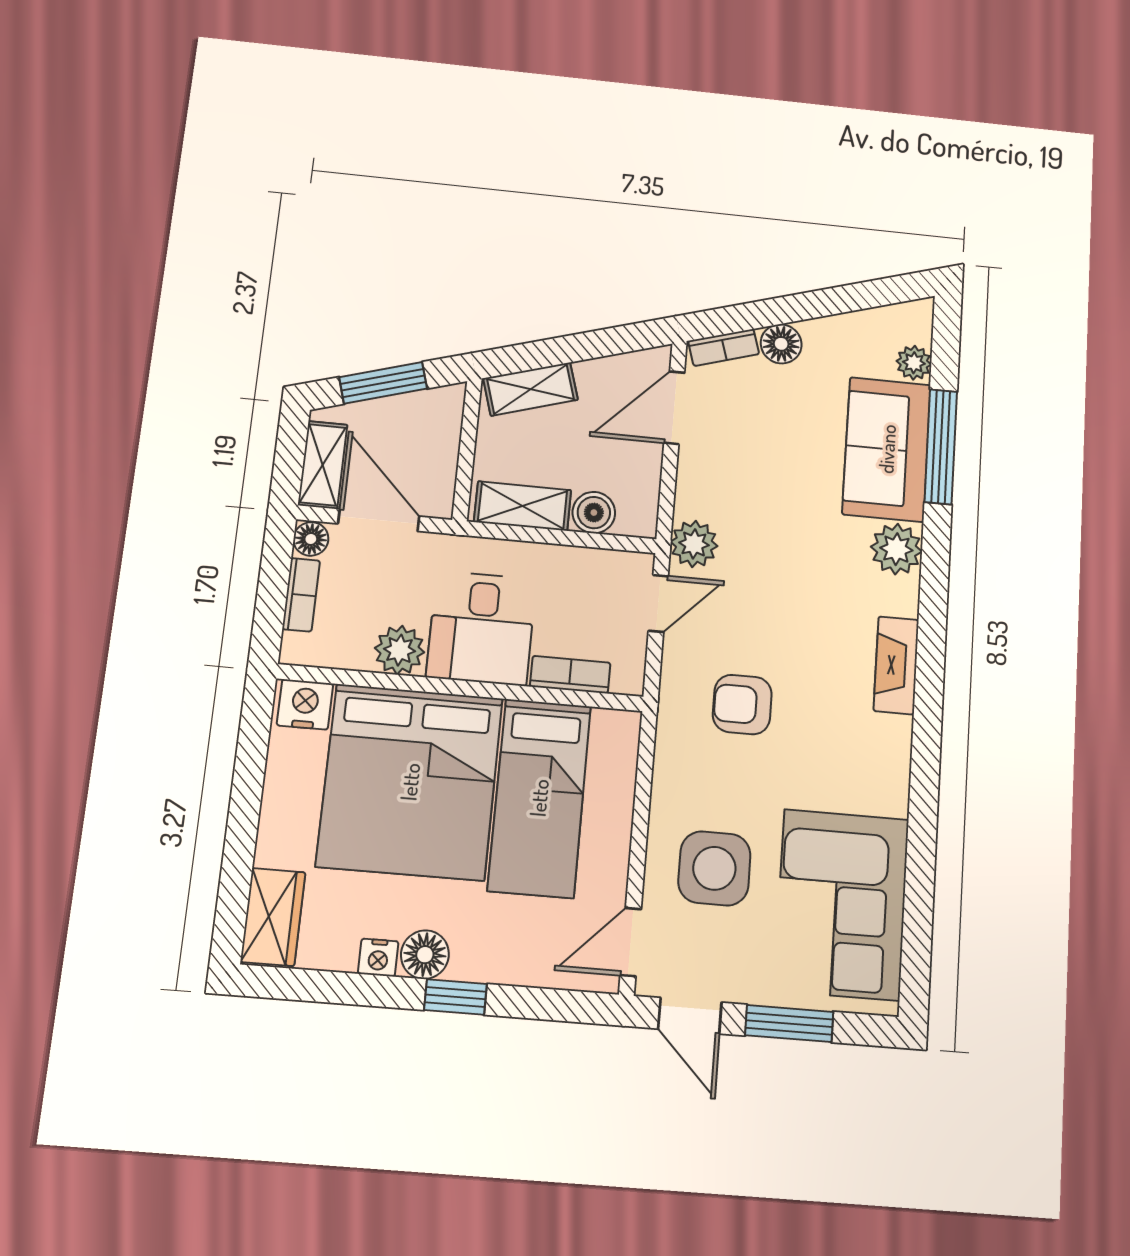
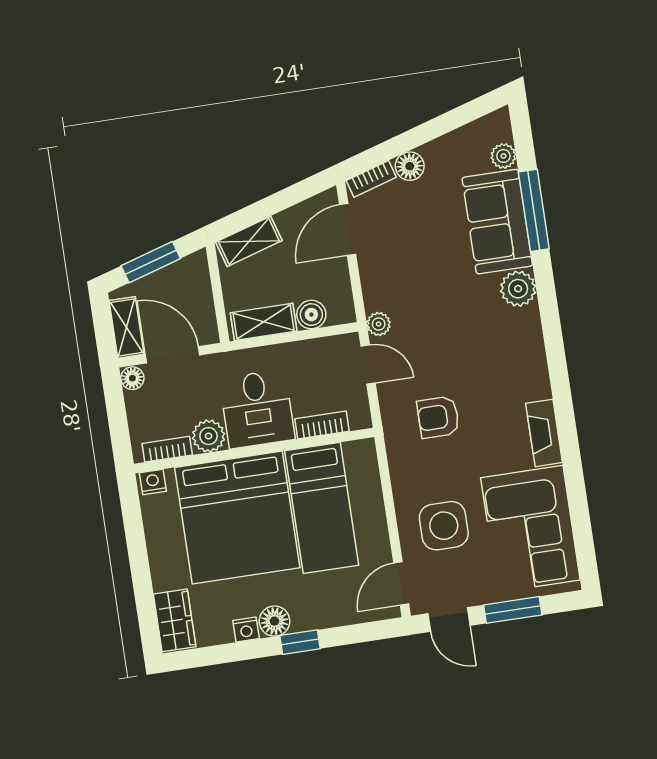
plant: (694, 544) -> (379, 324), width x0.73, depth x0.73
bookcase: (301, 595) -> (167, 449), moved, turned -90
door: (658, 603) -> (368, 364), hinge flipped
fireplace: (896, 665) -> (544, 433), moved
nightstand: (305, 704) -> (153, 482), width x0.72, depth x0.74

